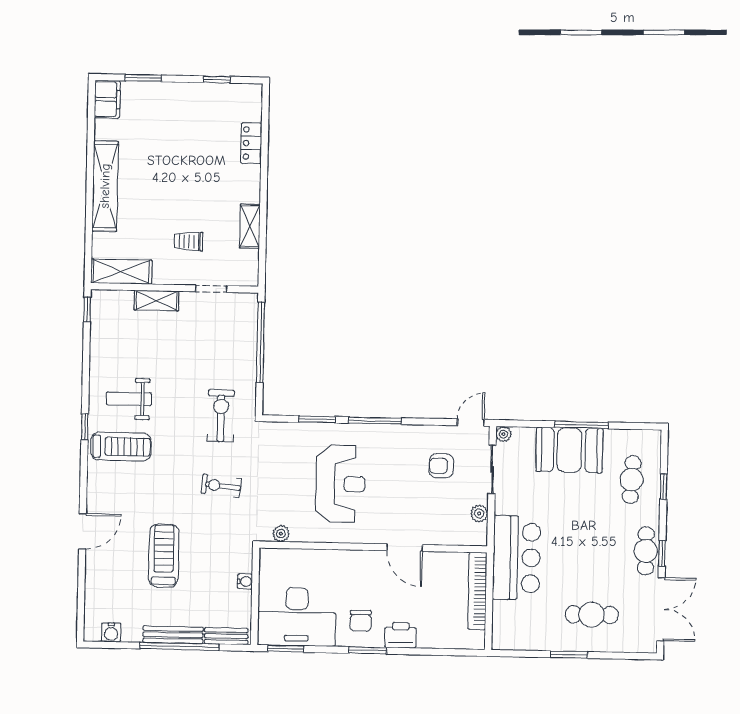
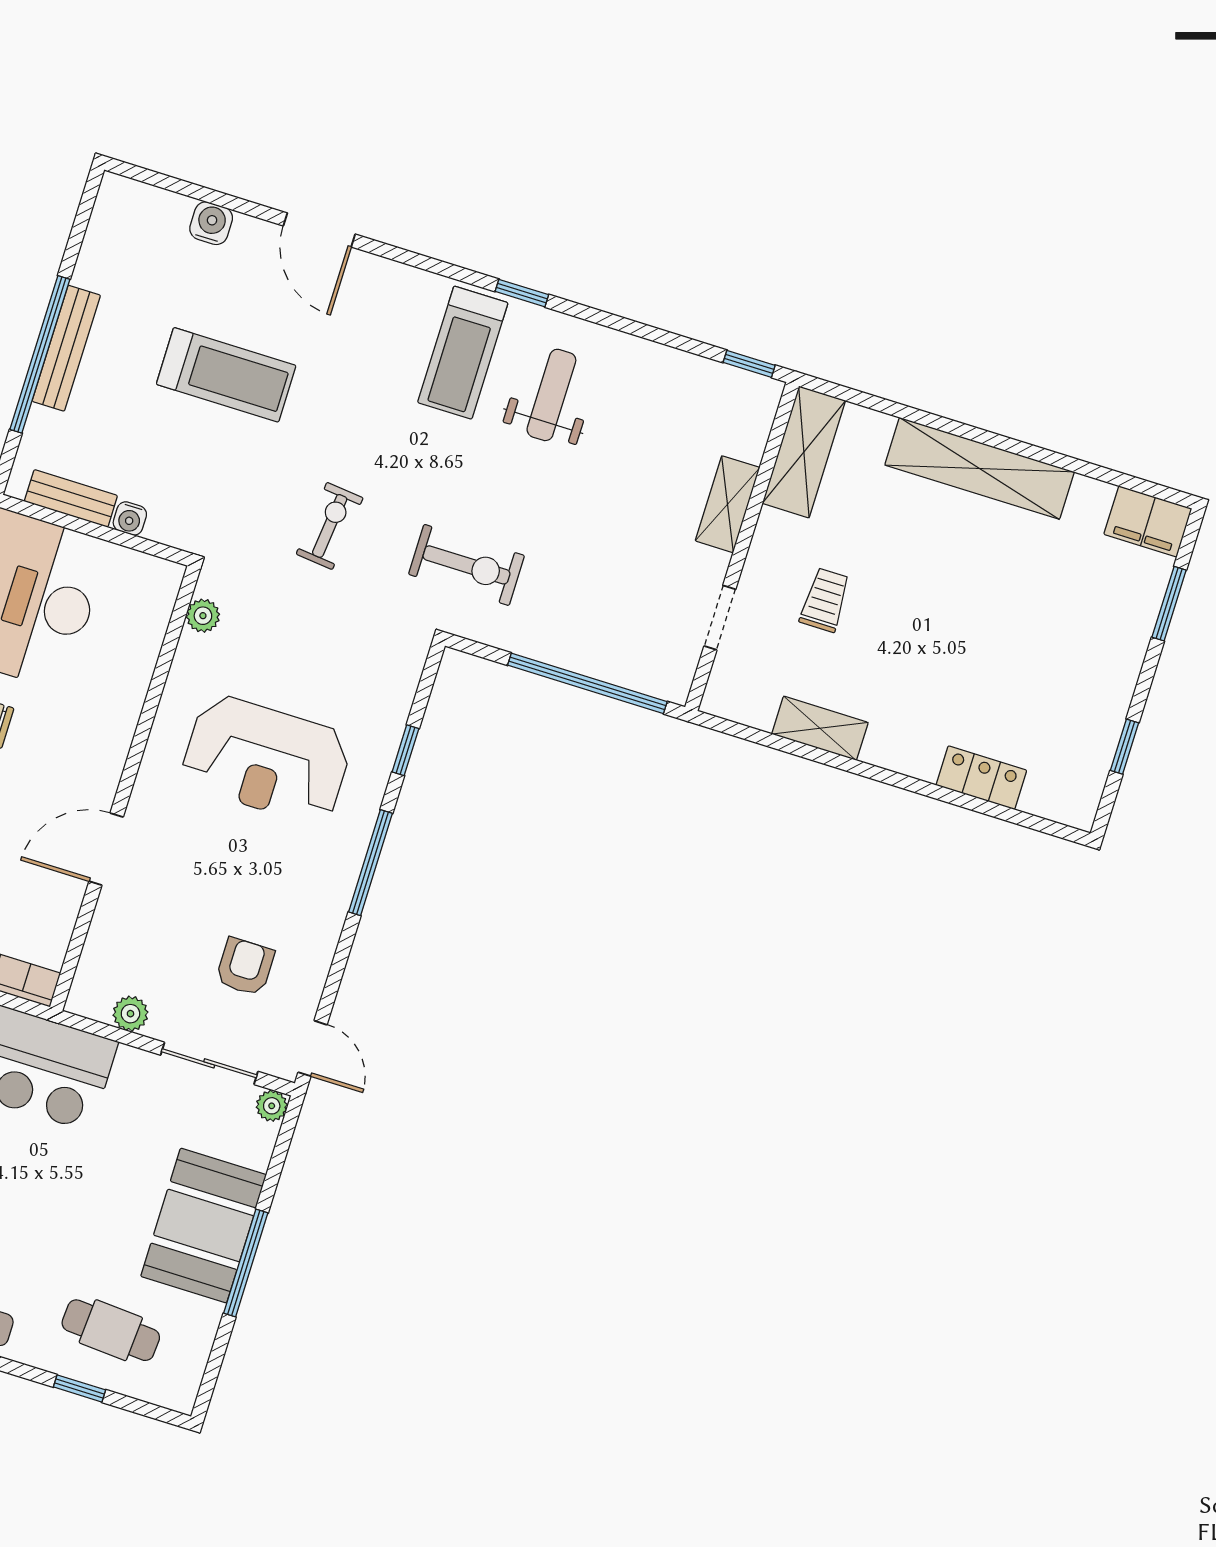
window: (317, 419) -> (405, 750), width x0.67
water cooler: (111, 632) -> (211, 223), moved, turned 90
bench: (226, 636) -> (71, 498), moved, turned 90

